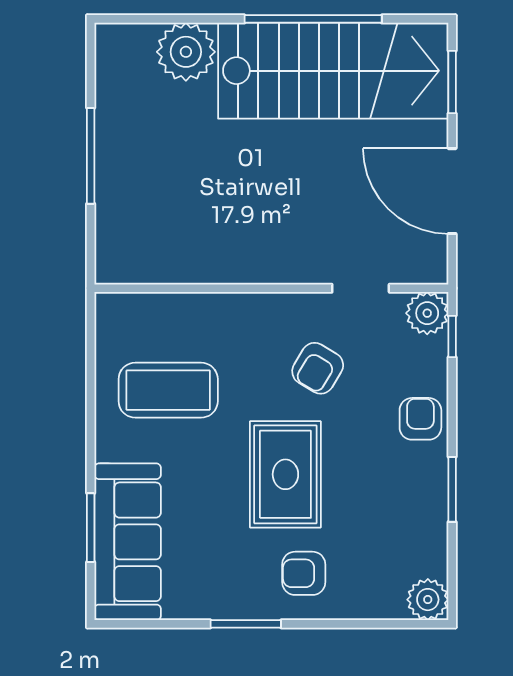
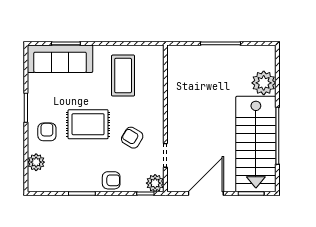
plant: (428, 600) -> (36, 162), moved

